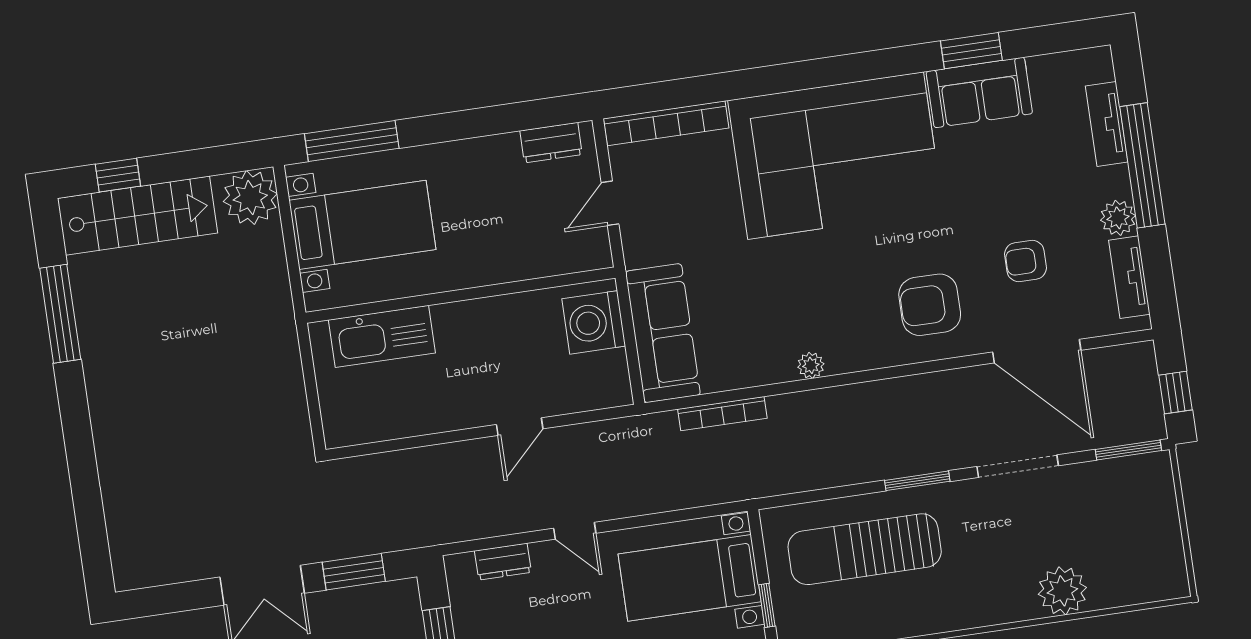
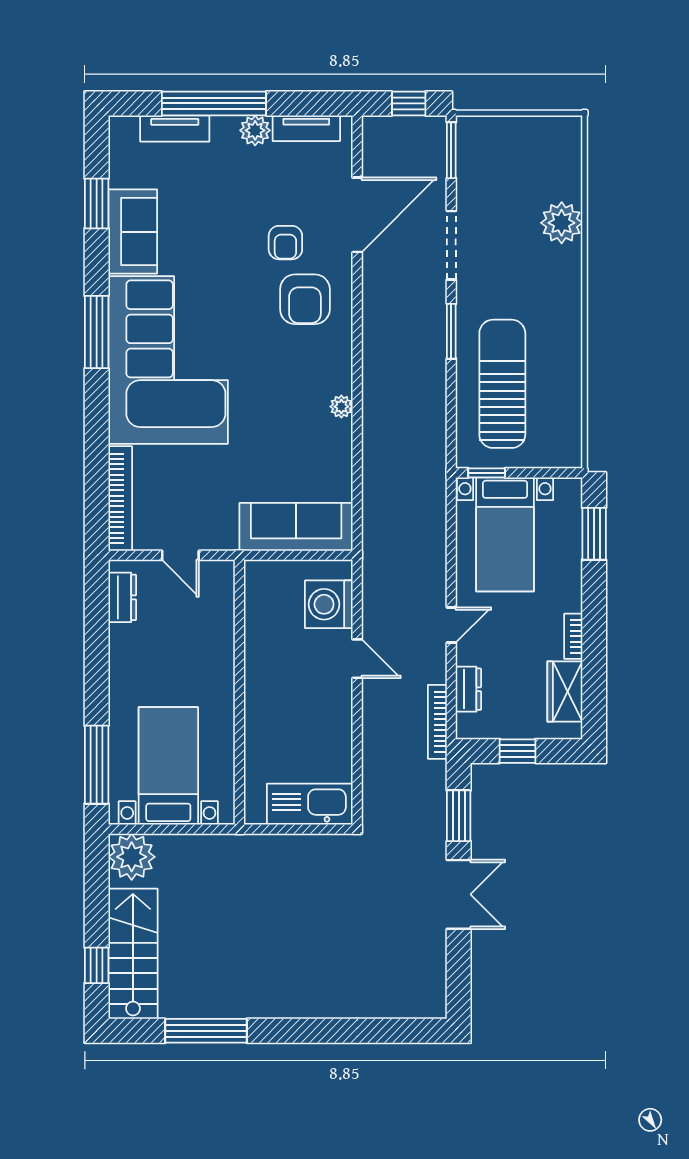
window: (971, 51) -> (97, 203), moved
window: (856, 67) -> (97, 332), added
armchair: (1025, 261) -> (285, 243), moved
washing machine: (594, 322) -> (329, 604), moved, turned 90
kitchen sink: (382, 336) -> (310, 804), moved, turned -90
bookcase: (722, 414) -> (437, 722), moved, turned 180
sun lounger: (865, 549) -> (502, 384), turned 180
window: (767, 605) -> (487, 473), moved

